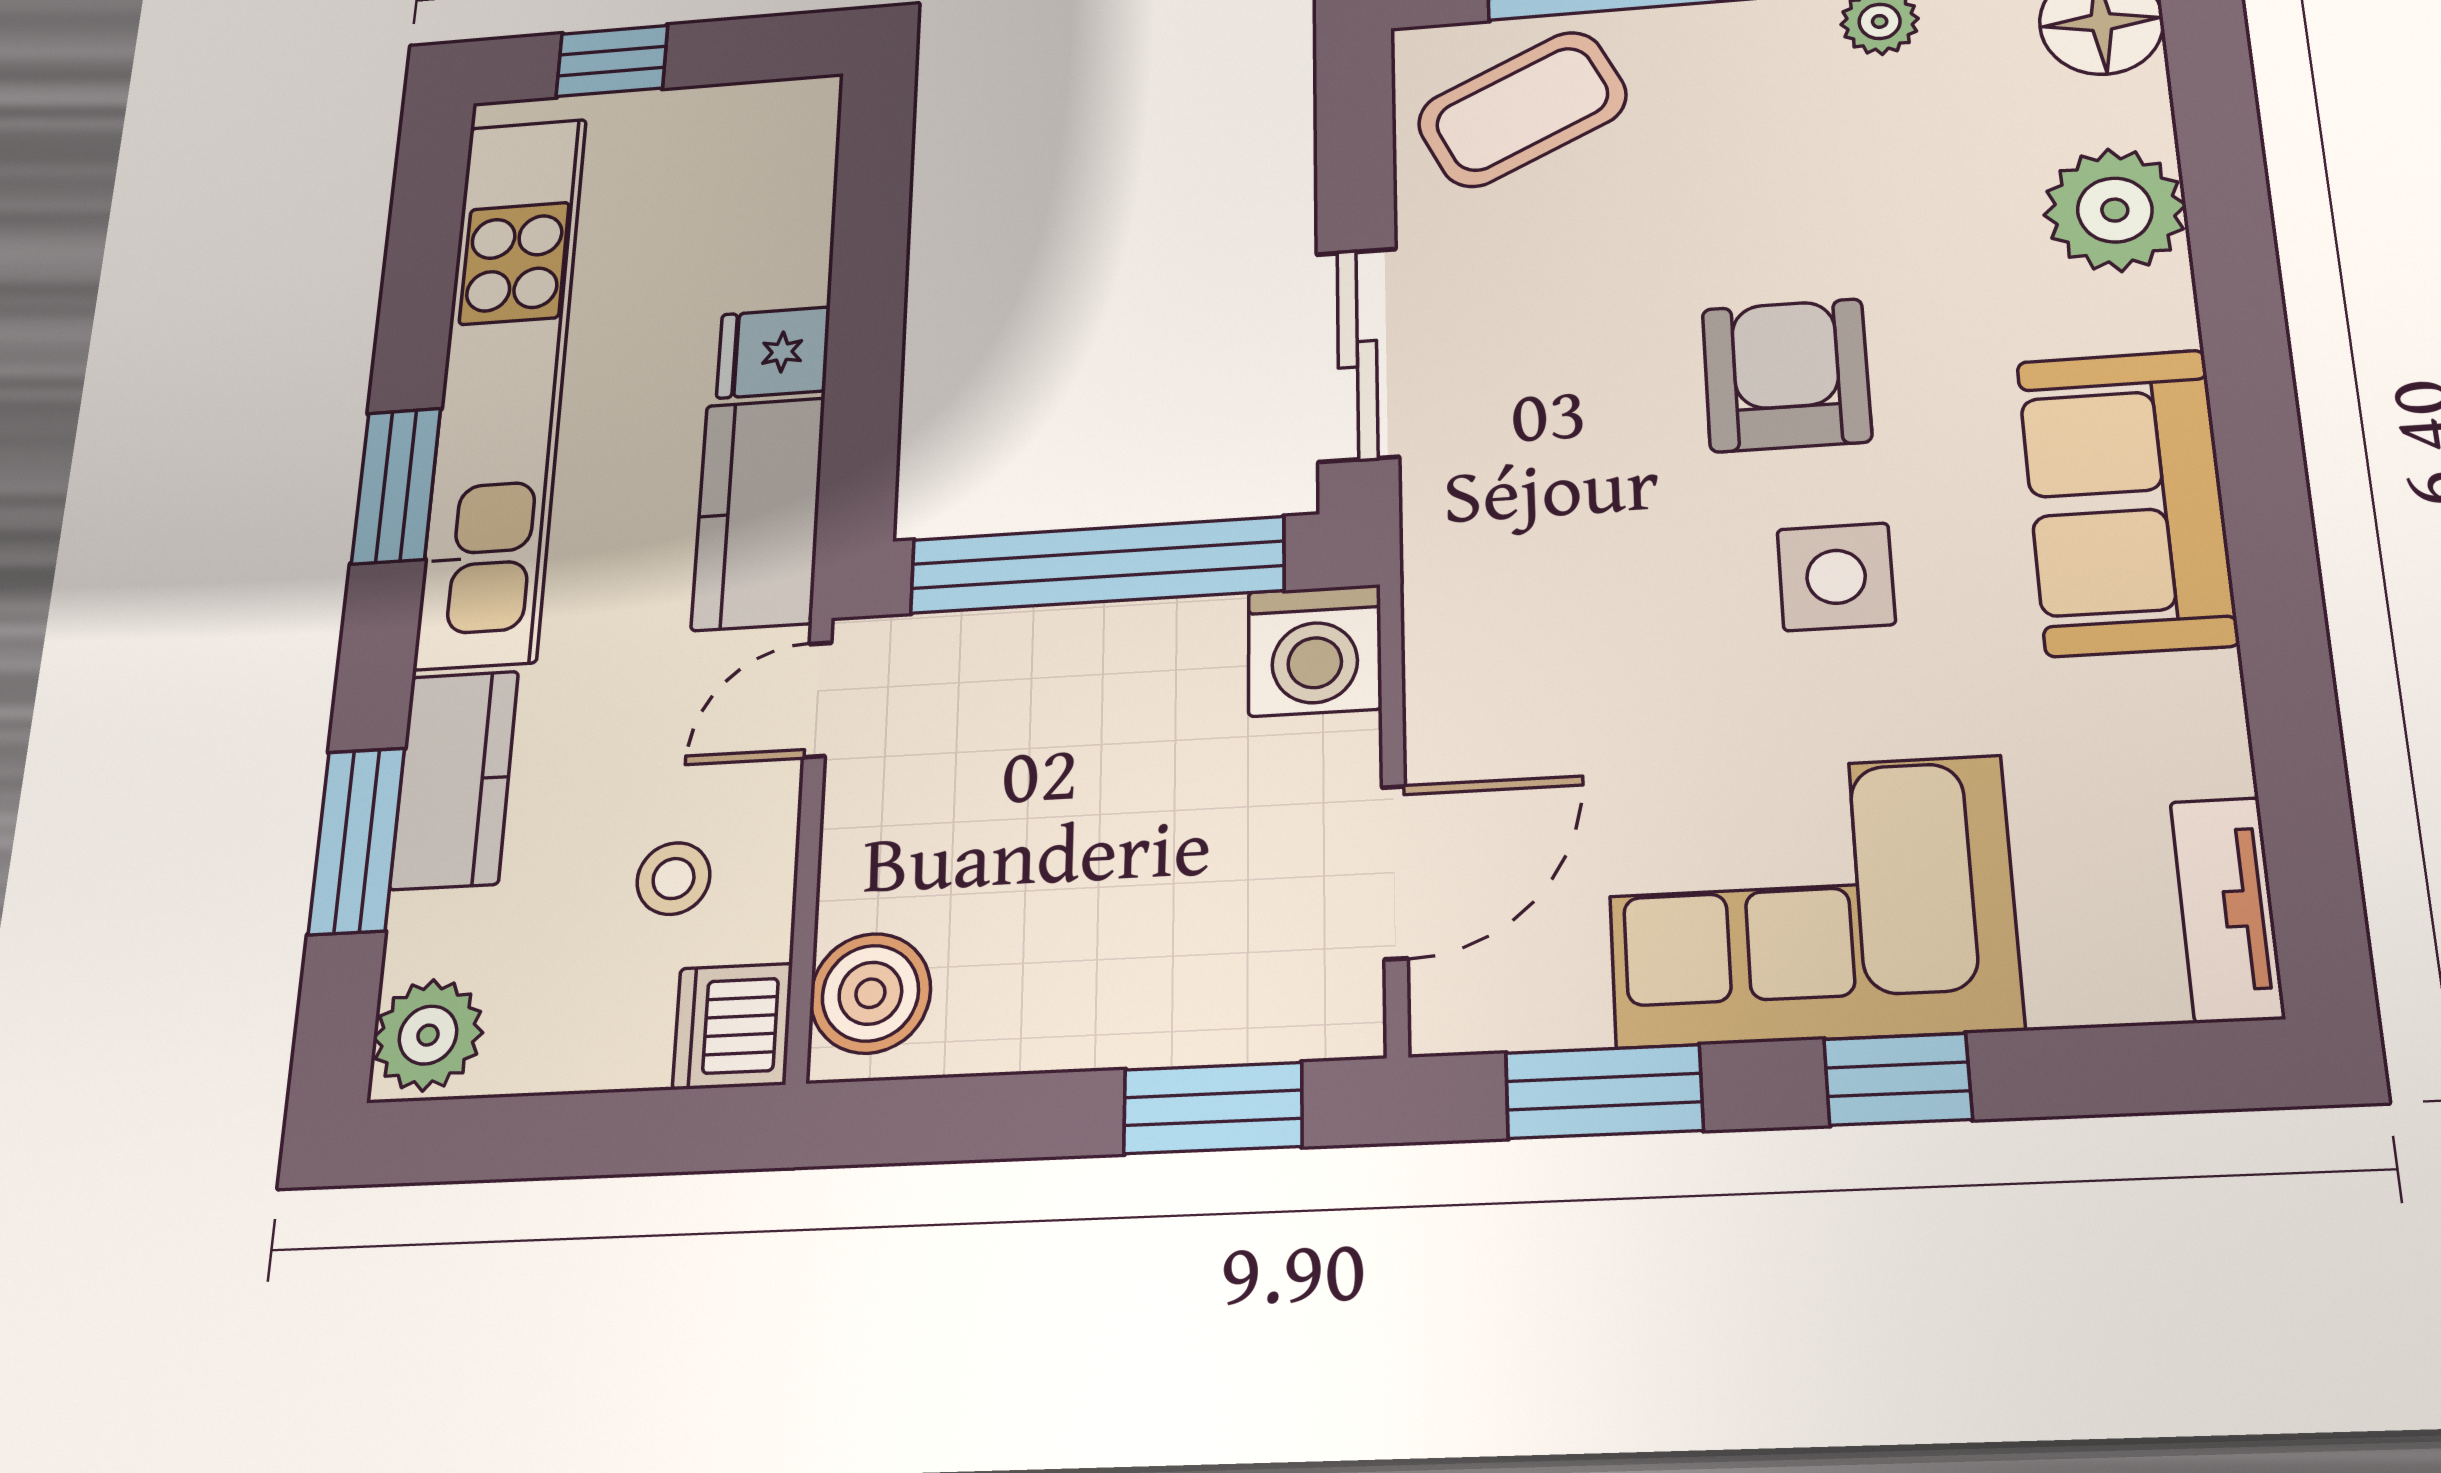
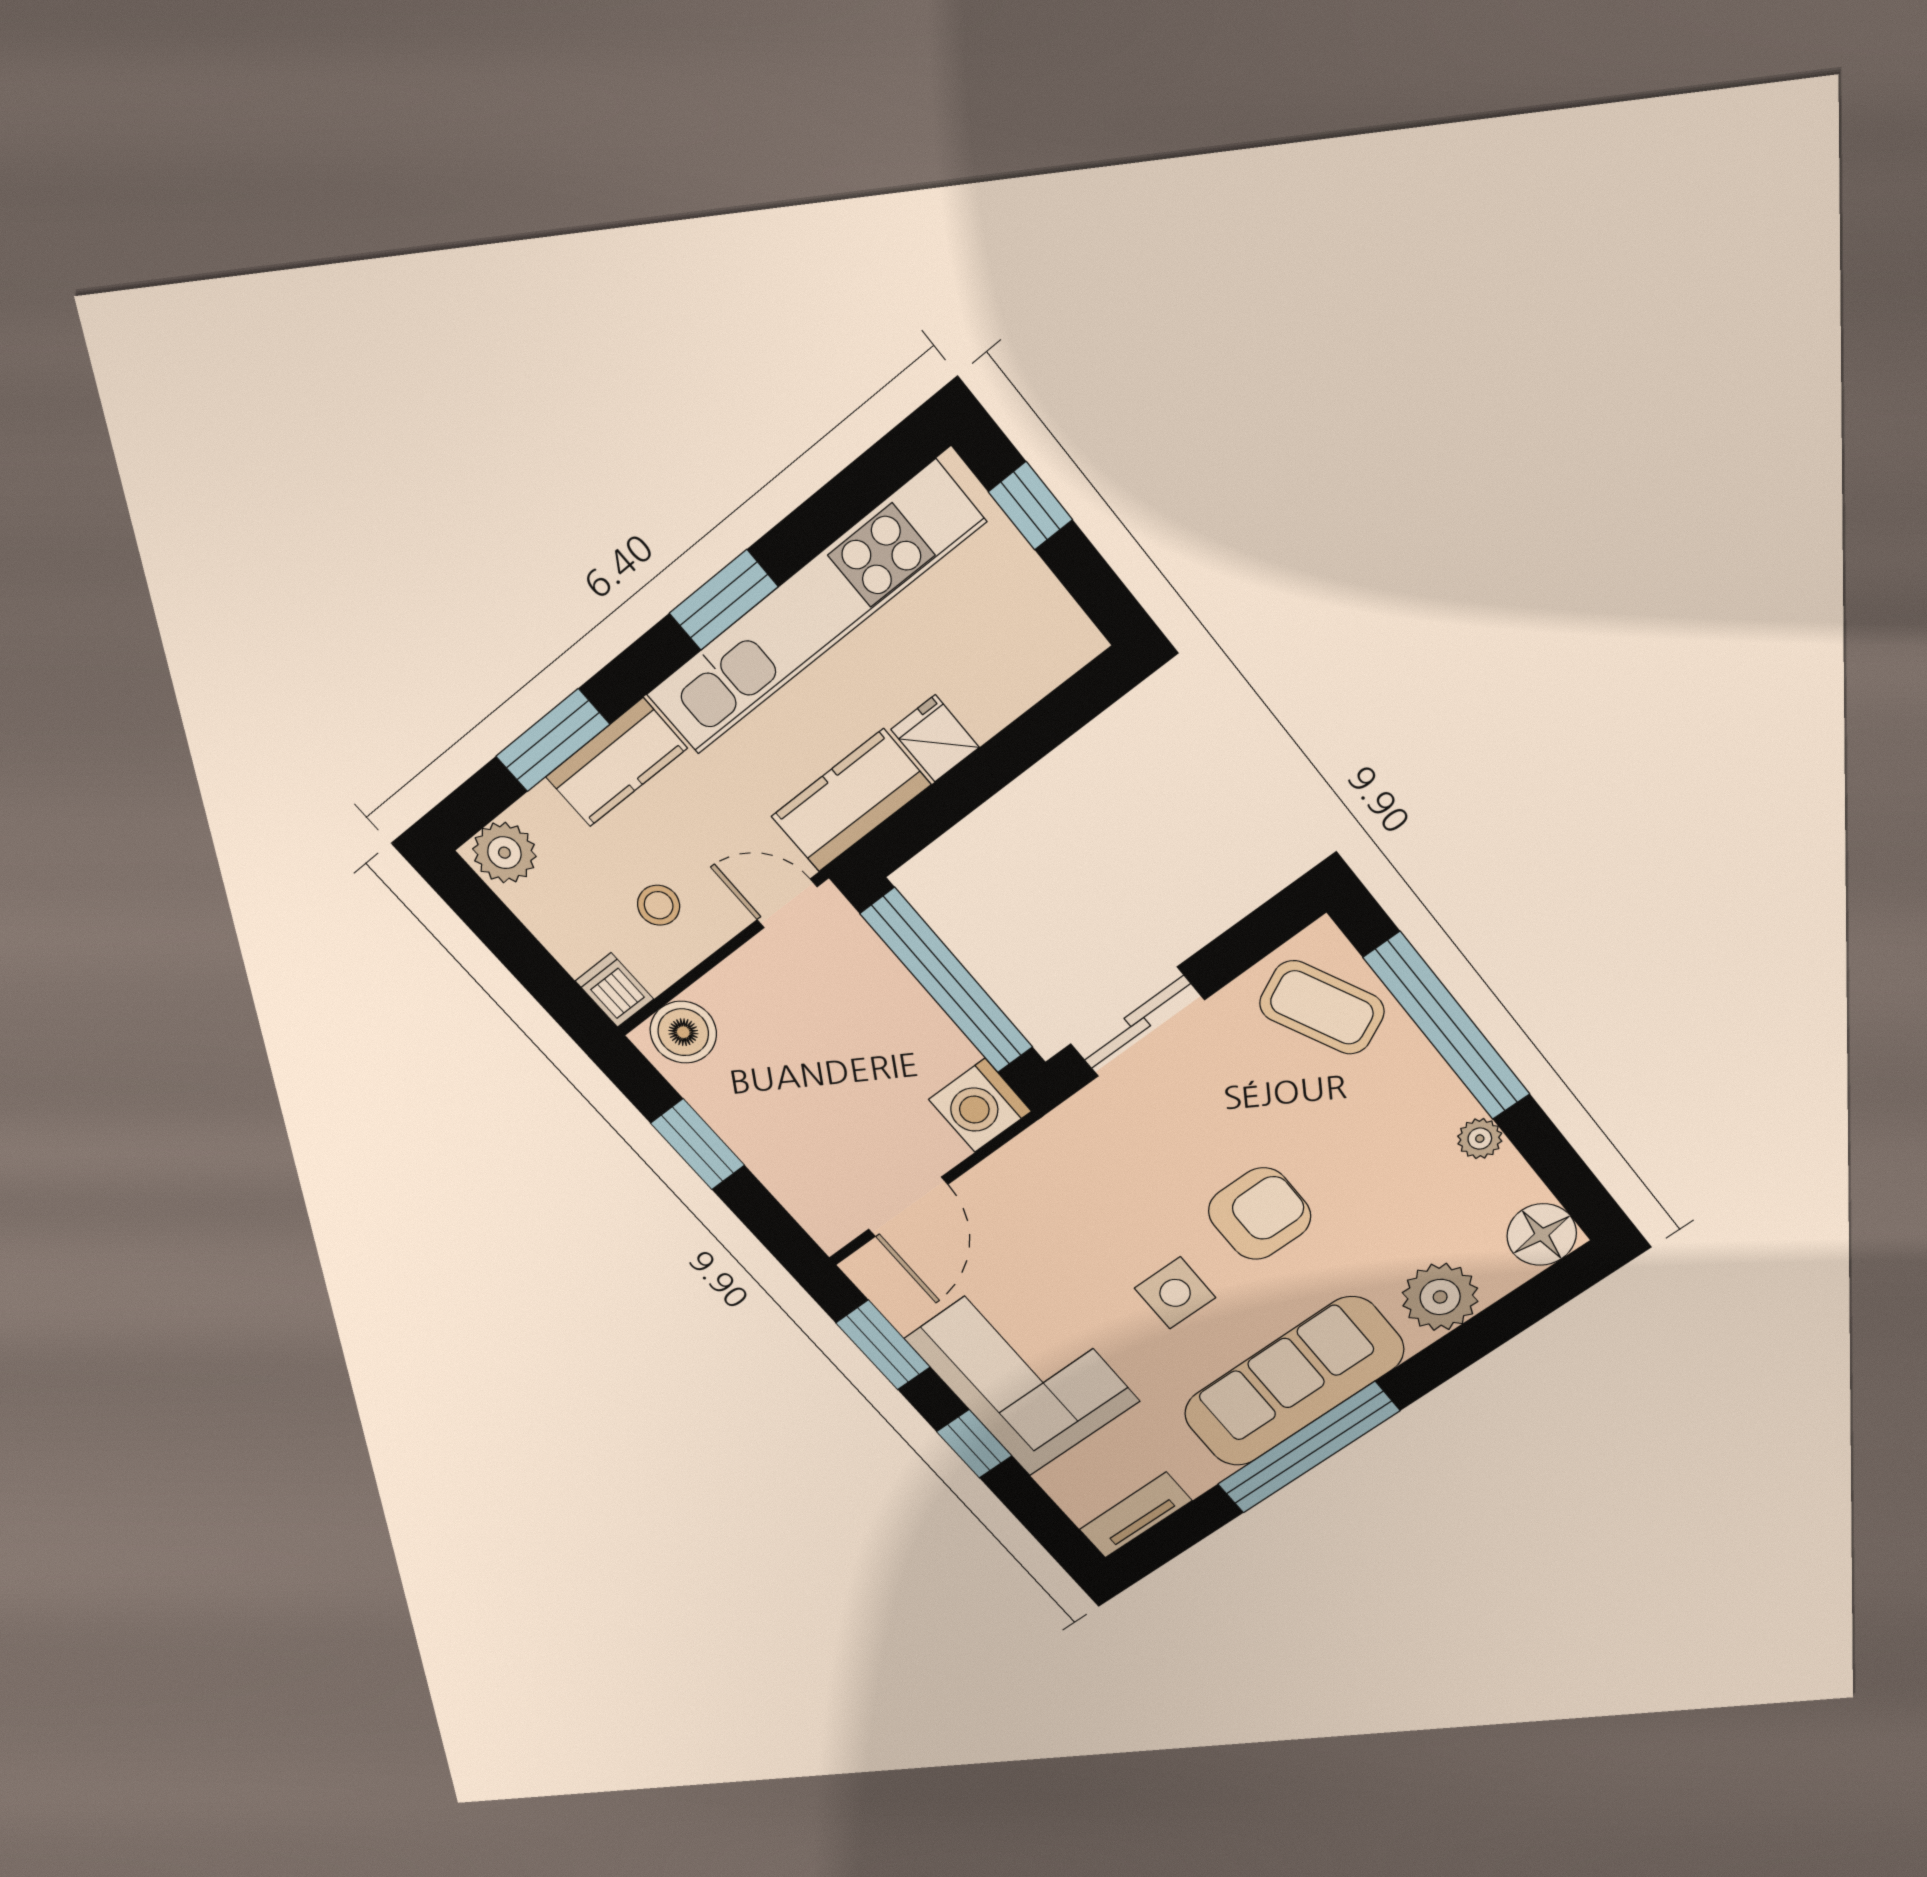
sofa: (2126, 501) -> (1294, 1382), width x1.36
window: (2272, 553) -> (1309, 1448), added
door: (1395, 872) -> (908, 1207), hinge flipped
dishwasher: (733, 1026) -> (615, 990), width x0.73
window: (1213, 1108) -> (698, 1144), moved

